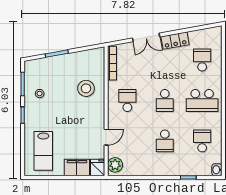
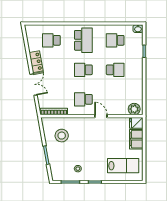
stool: (86, 88) -> (62, 136), moved
school desk: (165, 100) -> (83, 70), turned 180
door: (106, 137) -> (101, 116), moved

